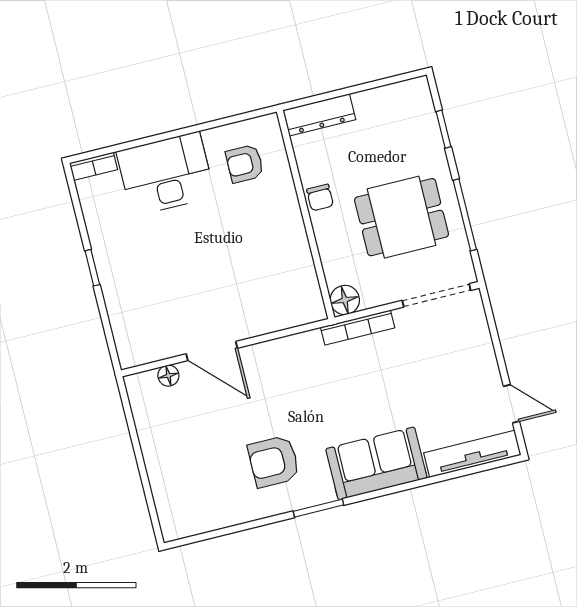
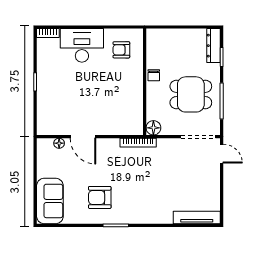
dresser: (319, 115) -> (213, 46), moved, turned 90
bookcase: (358, 327) -> (138, 143), moved
door: (511, 404) -> (222, 154), moved
sofa: (376, 463) -> (50, 201), moved, turned 90

